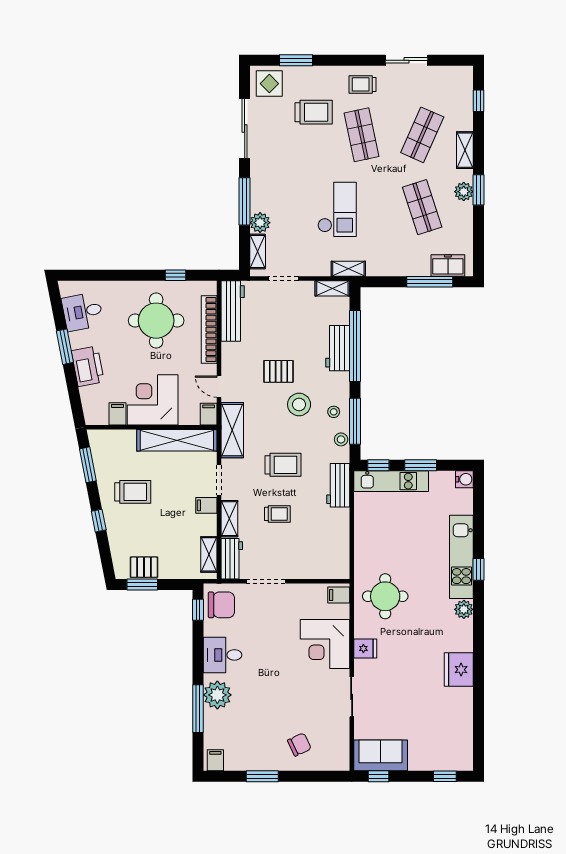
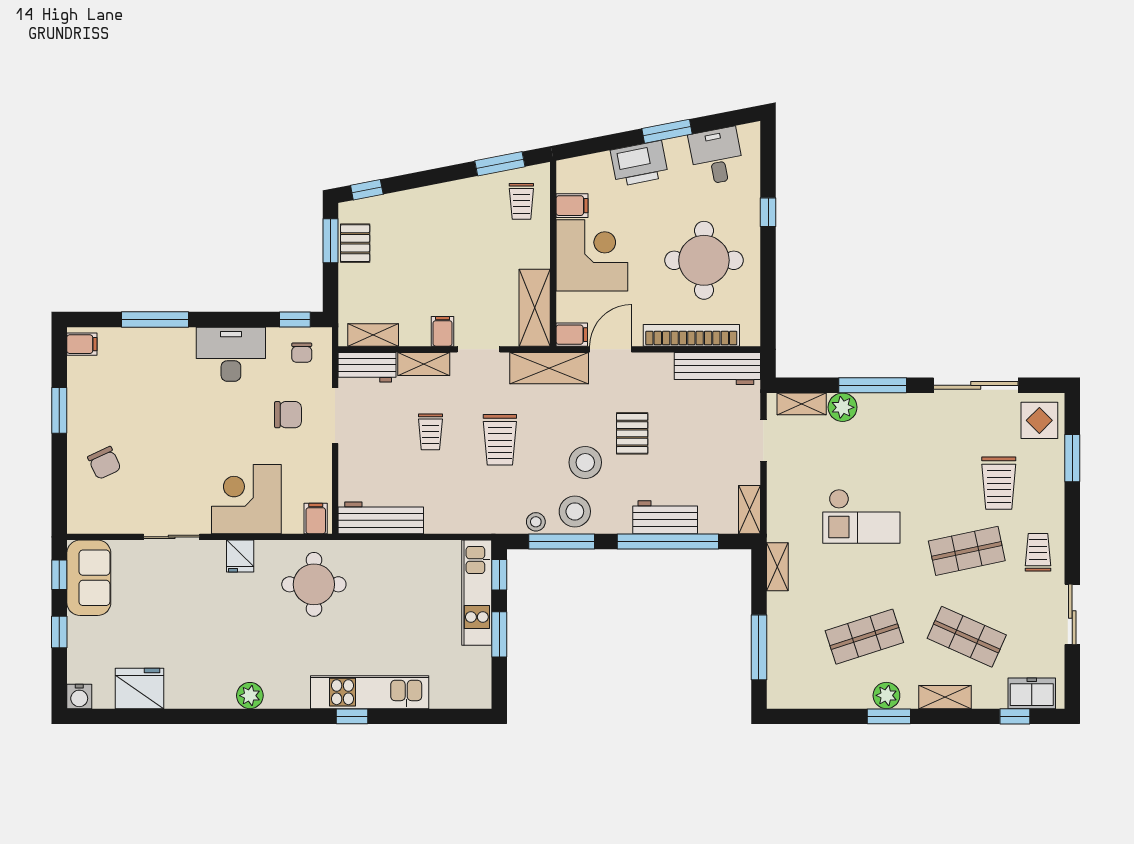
freezer: (448, 265) -> (1032, 693), moved, turned -90
shelving: (348, 269) -> (777, 567), moved
window: (176, 275) -> (768, 212), moved
door: (219, 387) -> (611, 349), width x1.38
stool: (334, 412) -> (575, 511), width x1.89, depth x1.89
shelving: (177, 440) -> (535, 308), width x0.68
water cooler: (464, 479) -> (79, 696), moved
workbench: (338, 485) -> (381, 518), moved, width x1.38
trolley: (133, 492) -> (521, 201), moved, width x0.73, depth x0.72
window: (99, 521) -> (367, 190), moved
chair: (221, 605) -> (302, 353), width x0.54, depth x0.54
plant: (464, 609) -> (250, 696), moved
chair: (265, 615) -> (288, 415), added
desk: (222, 655) -> (231, 354), width x1.37
fridge: (459, 670) -> (139, 688), moved
plant: (217, 695) -> (174, 347), removed
window: (445, 776) -> (59, 632), moved

